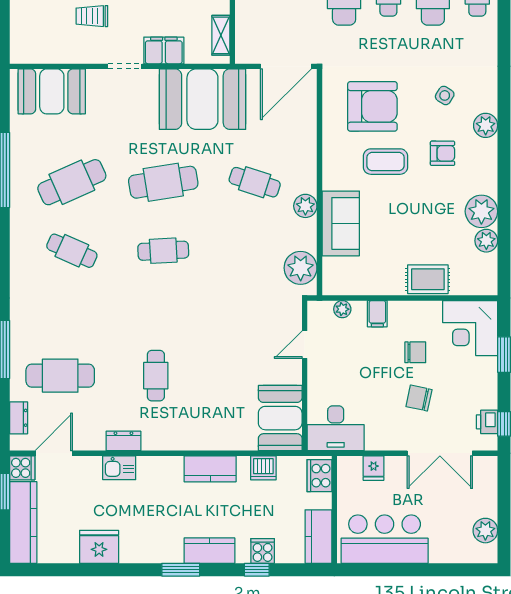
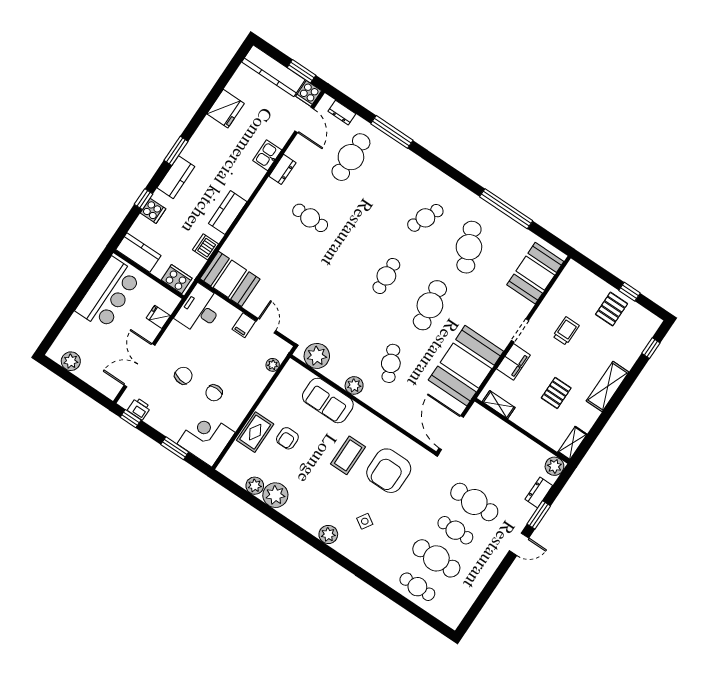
armchair: (443, 153) -> (287, 438), moved
cafe table: (255, 182) -> (391, 363), turned -42
filing cabinet: (377, 314) -> (244, 325), moved, turned -90

